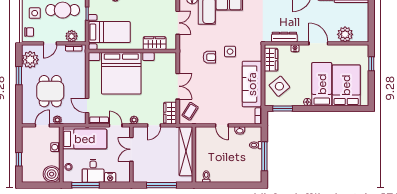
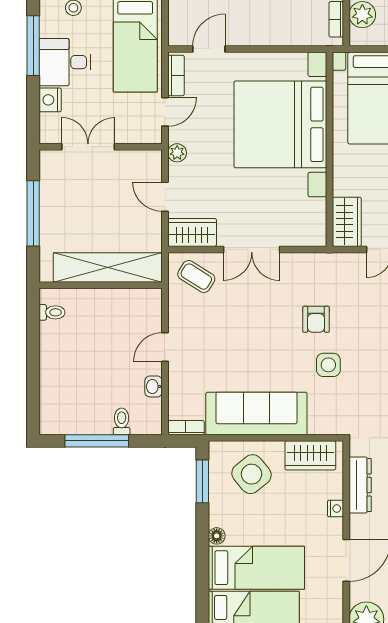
wardrobe: (155, 43) -> (347, 222), moved
double door: (131, 149) -> (88, 147), moved

